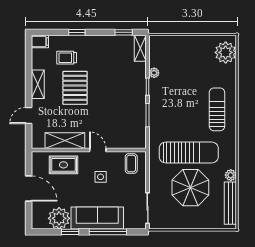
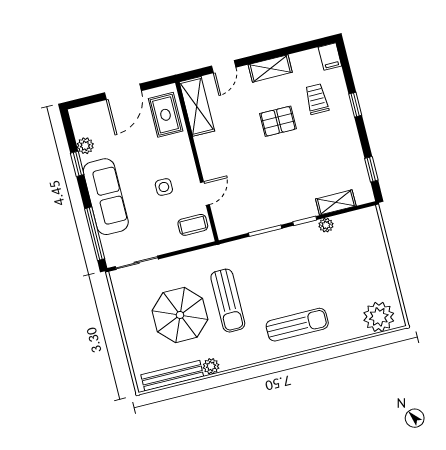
shelving: (140, 48) -> (336, 202), moved
pallet: (75, 88) -> (278, 121), width x0.67, depth x0.71
door: (29, 116) -> (224, 67), swing flipped
shelving: (65, 141) -> (197, 106), moved
door: (98, 150) -> (205, 194), moved
sun lounger: (189, 153) -> (228, 301), width x0.73, depth x0.75
rug: (63, 165) -> (166, 115), moved
plant: (59, 218) -> (85, 146), width x0.53, depth x0.53
window: (108, 232) -> (95, 234), moved

